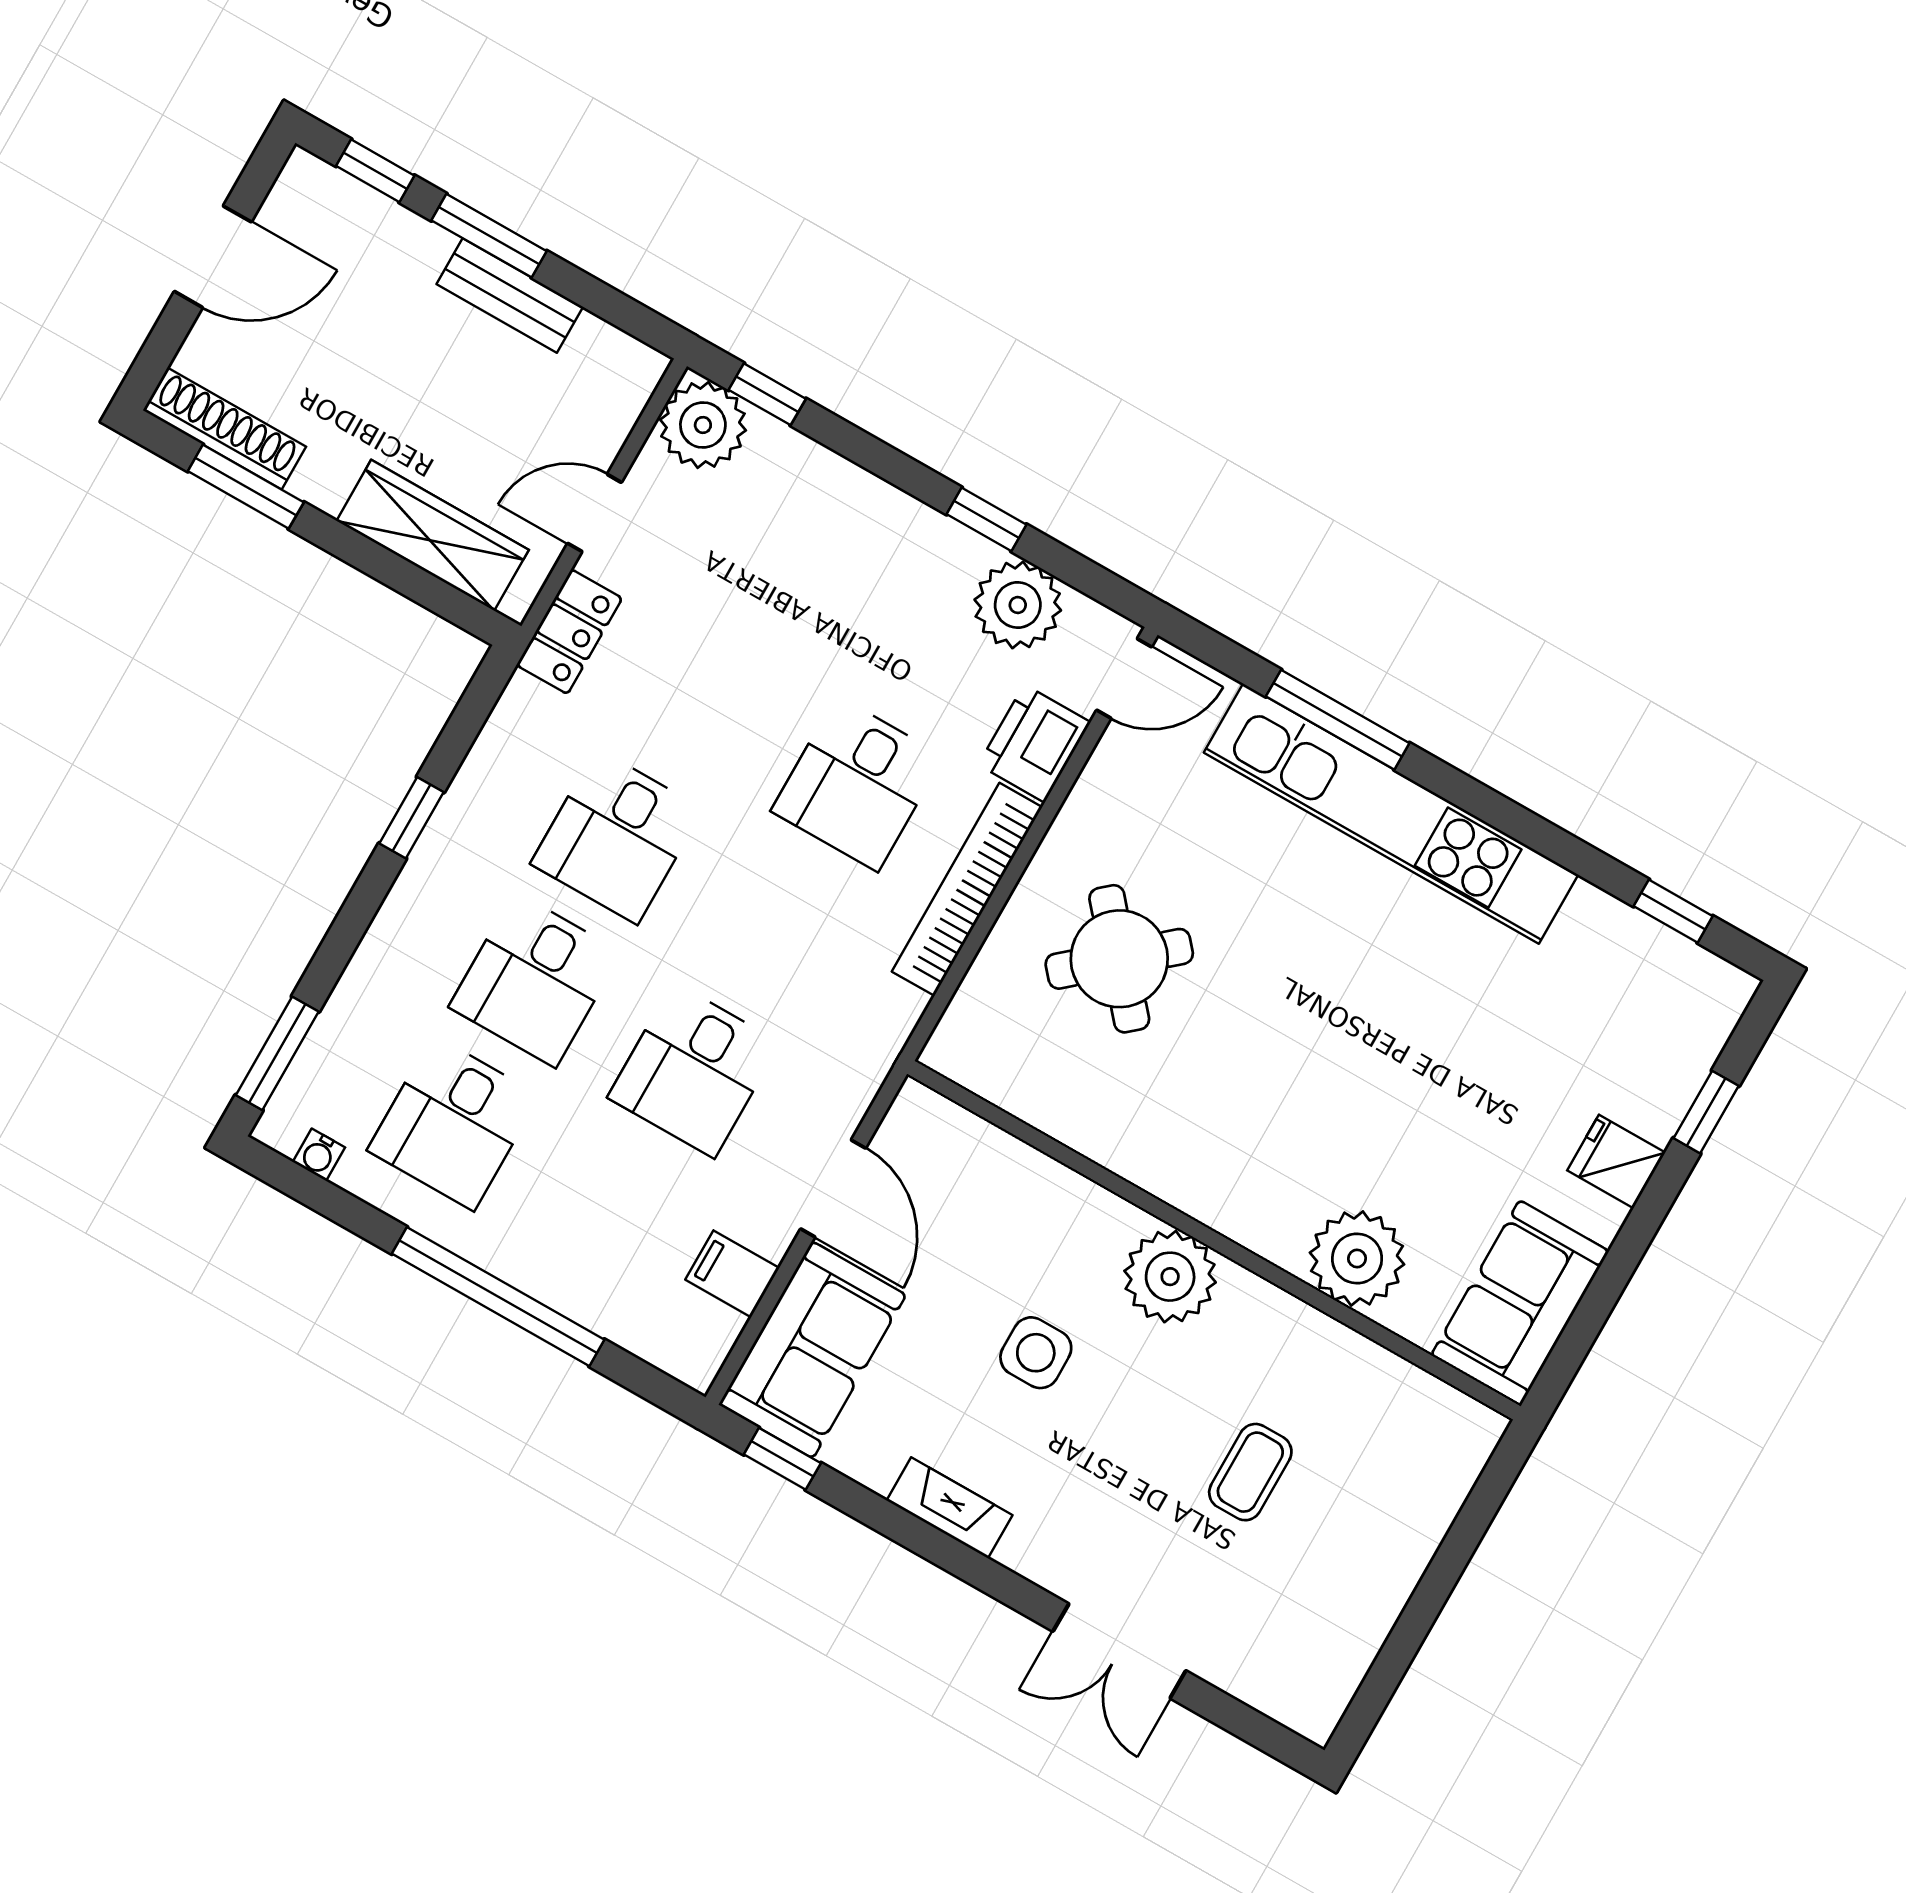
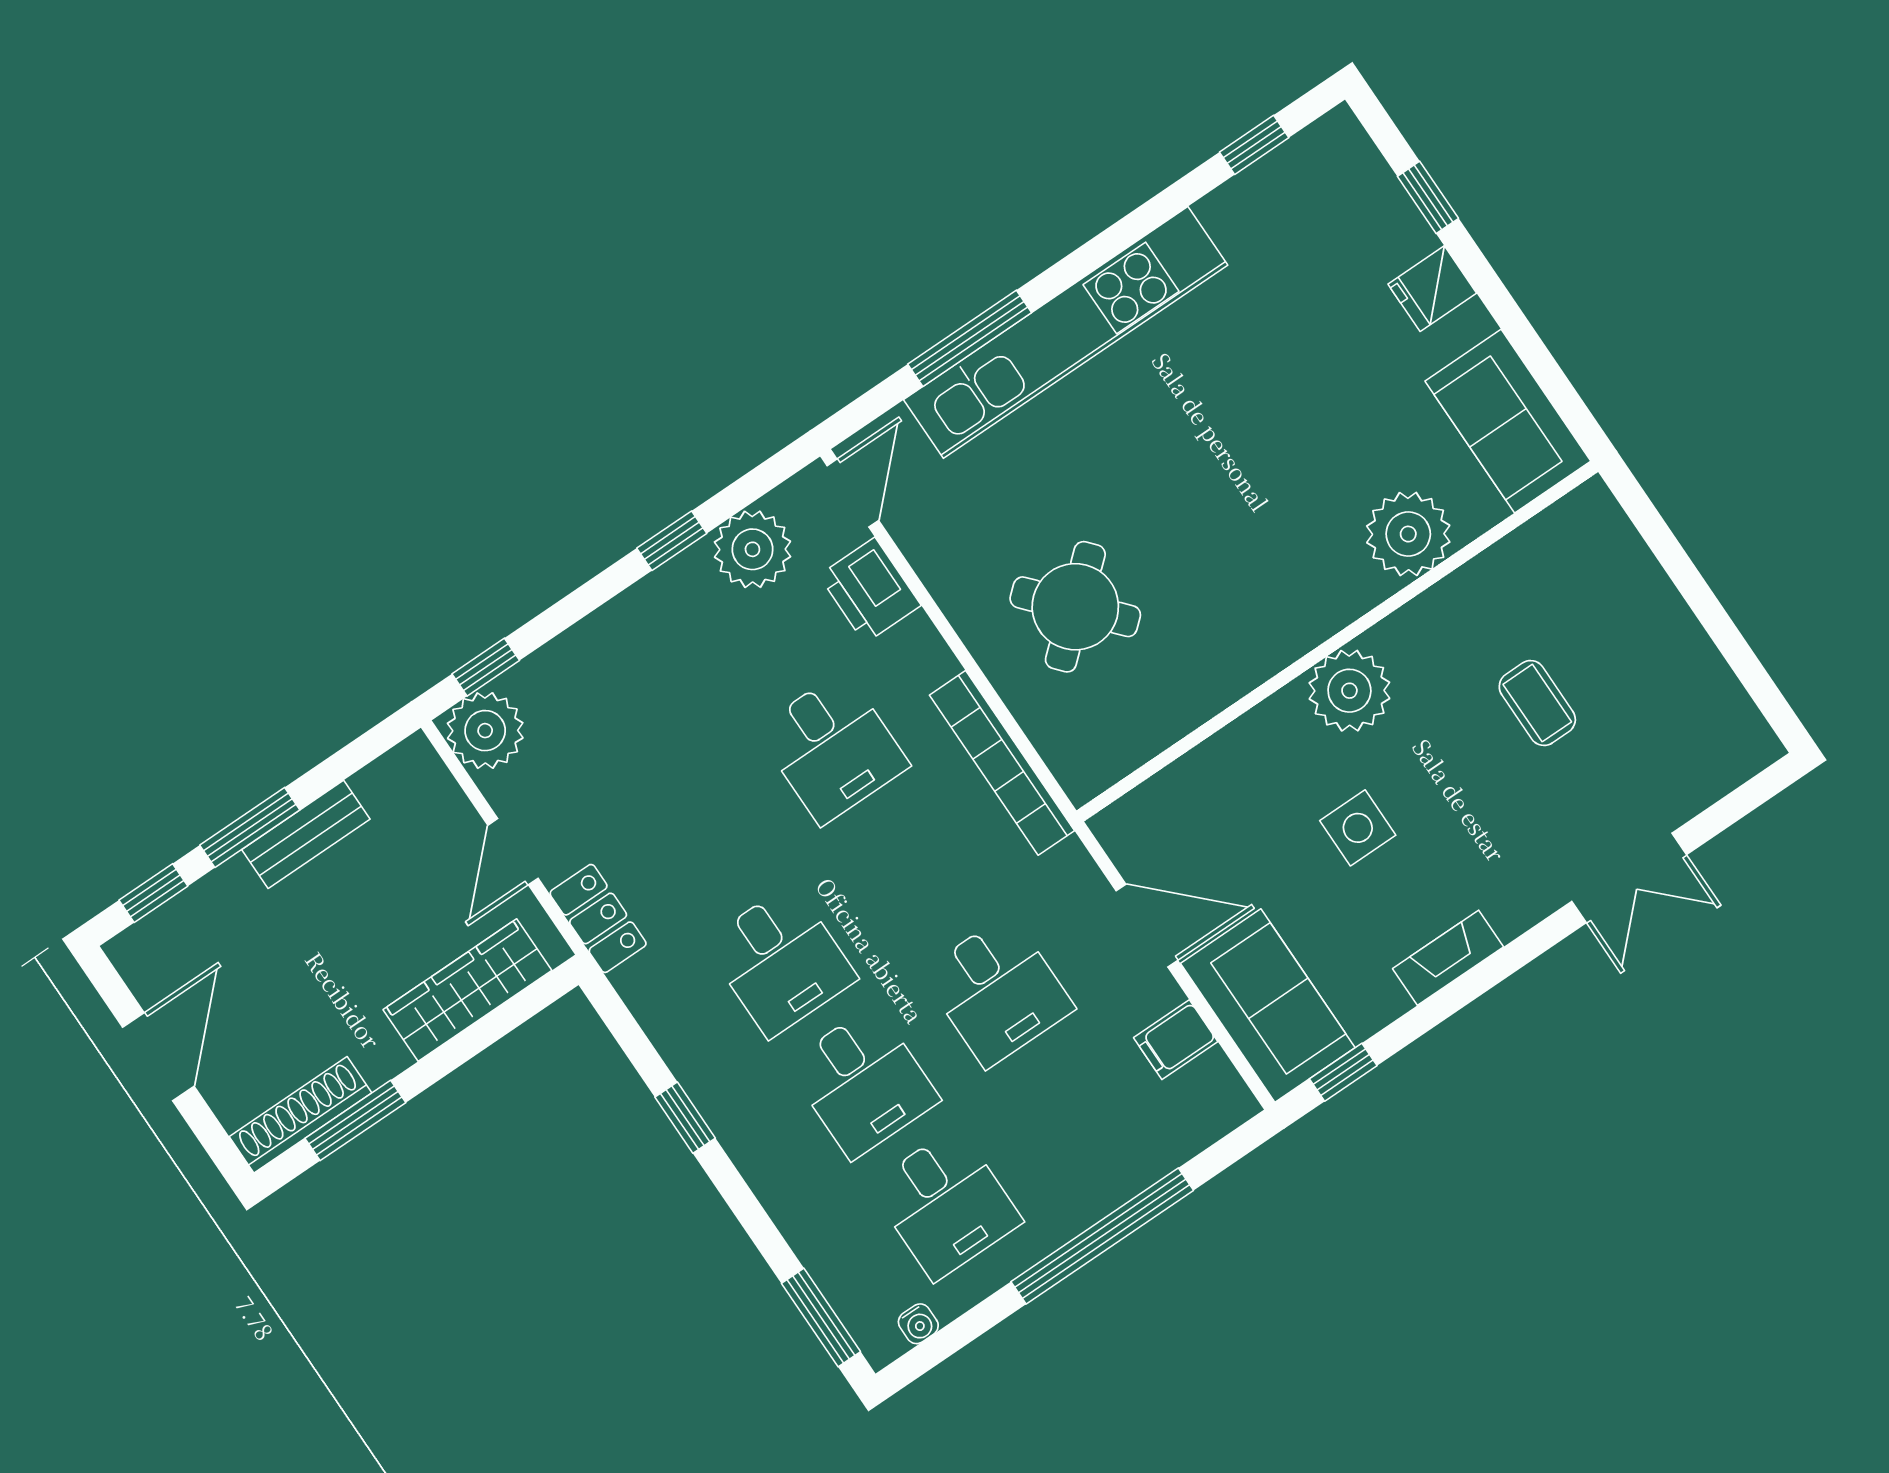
bookcase: (967, 889) -> (1002, 763), moved

